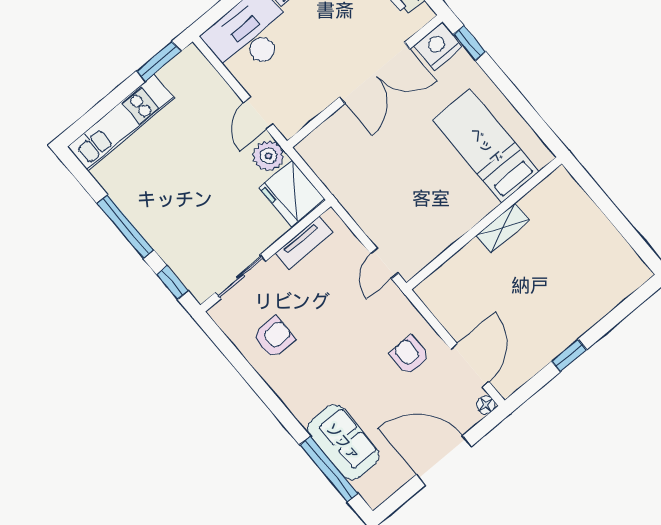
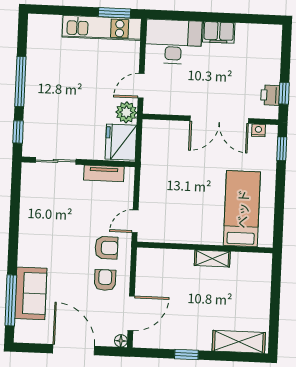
nightstand: (438, 46) -> (258, 130), width x0.53, depth x0.56
kitchen unit: (121, 123) -> (102, 28), moved
shelving: (612, 291) -> (239, 342), added
armchair: (274, 337) -> (106, 248), moved

